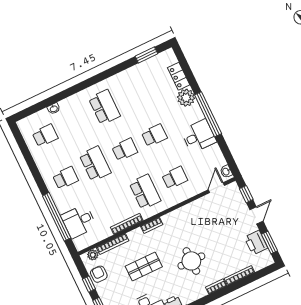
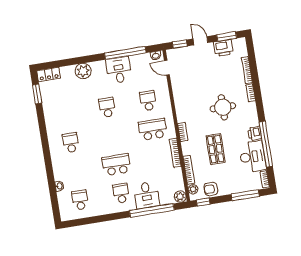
locker: (179, 76) -> (49, 74), moved
school desk: (104, 107) -> (71, 143), width x0.54
window: (208, 114) -> (125, 53), moved
school desk: (125, 150) -> (112, 136), removed
desk: (79, 221) -> (146, 195), moved
plant: (81, 243) -> (180, 197), added
window: (89, 284) -> (203, 202), moved

